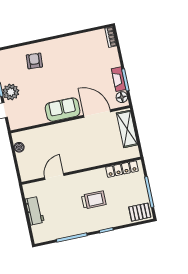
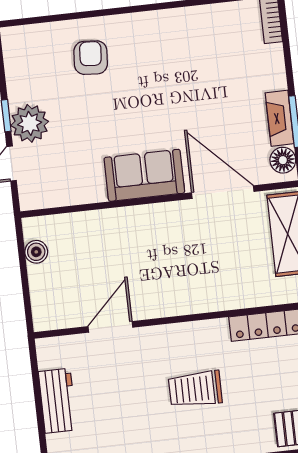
trolley: (94, 200) -> (195, 389), turned 180

